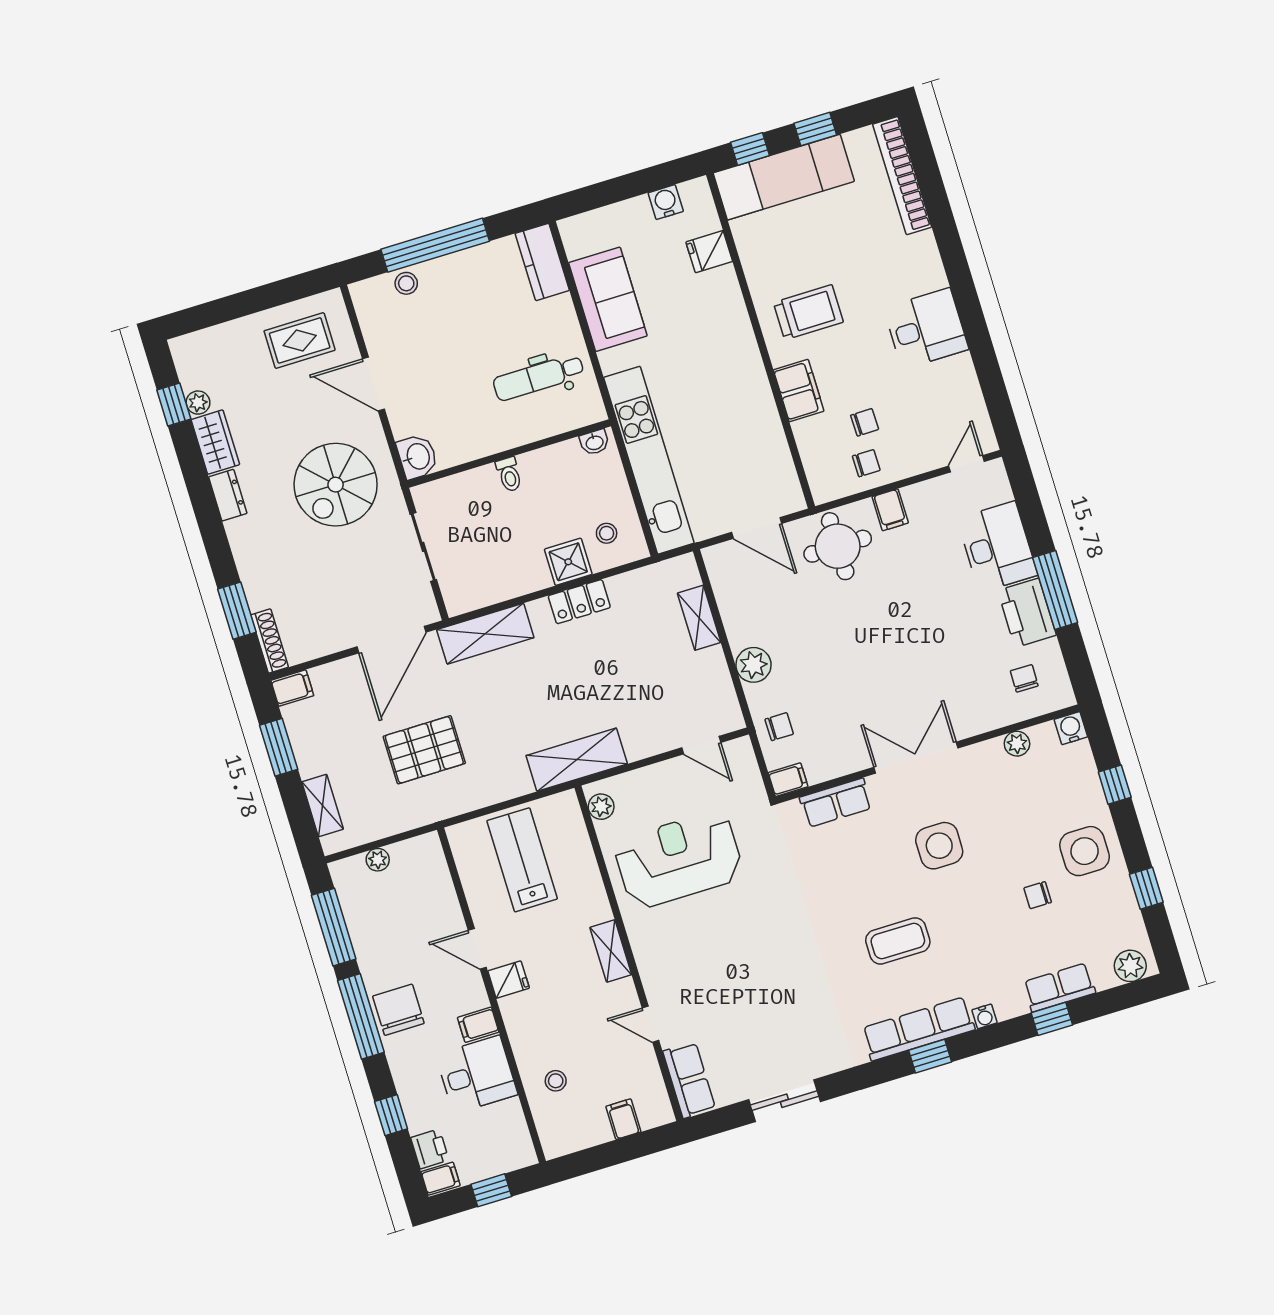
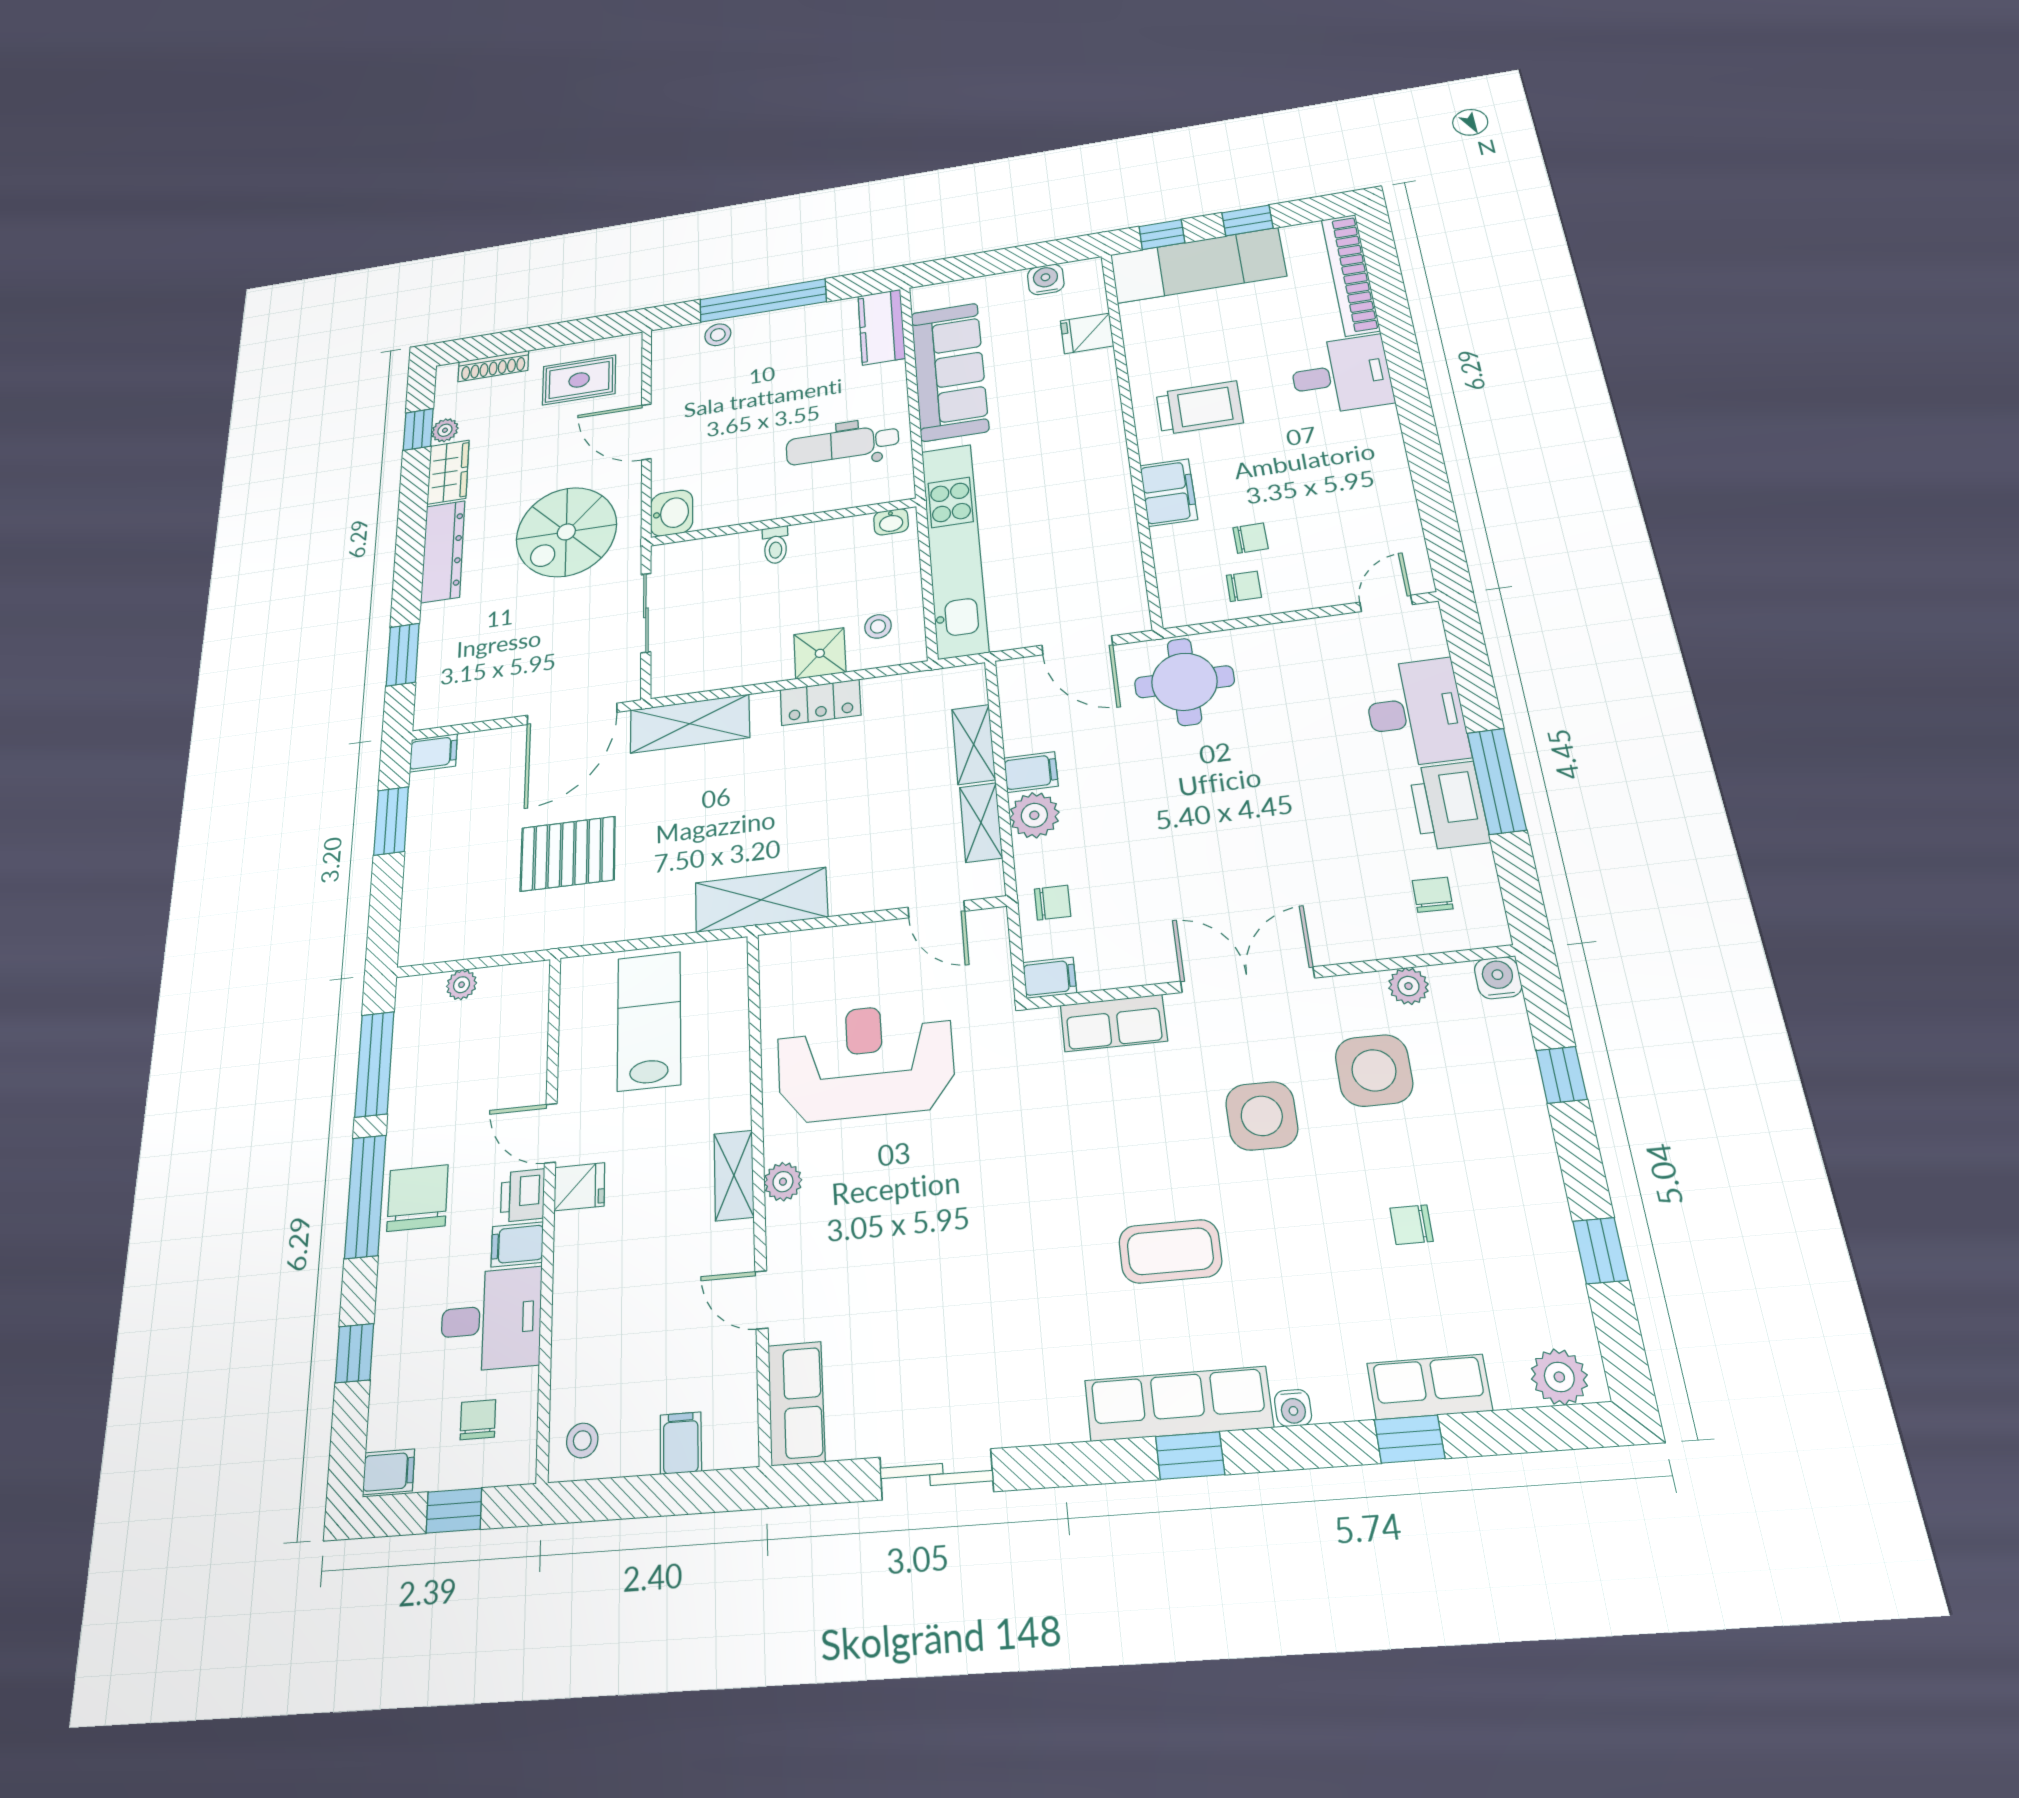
sofa: (608, 299) -> (949, 371), width x1.36
desk: (926, 329) -> (1341, 375), moved
dresser: (228, 495) -> (443, 551), width x1.96, depth x1.24
filing cabinet: (890, 510) -> (1031, 772), moved, turned -90
shoe rack: (270, 641) -> (493, 366), moved, turned 90
shelving: (323, 805) -> (981, 822), moved
plant: (601, 807) -> (783, 1182), moved
side table: (1085, 851) -> (1374, 1070), moved
stool: (556, 1081) -> (582, 1440), moved
chair: (489, 1136) -> (478, 1420), added
printer: (430, 1149) -> (523, 1195), moved, turned 180

